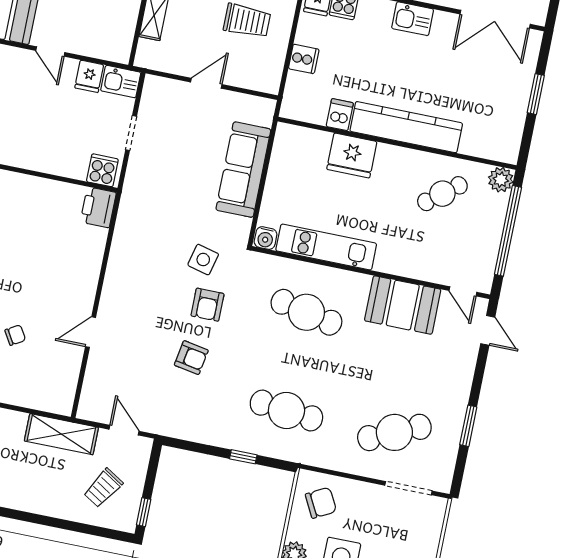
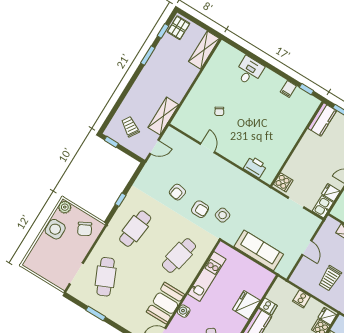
printer: (98, 207) -> (255, 167), moved
water cooler: (266, 238) -> (184, 311), moved
armchair: (207, 305) -> (200, 209), turned 180

